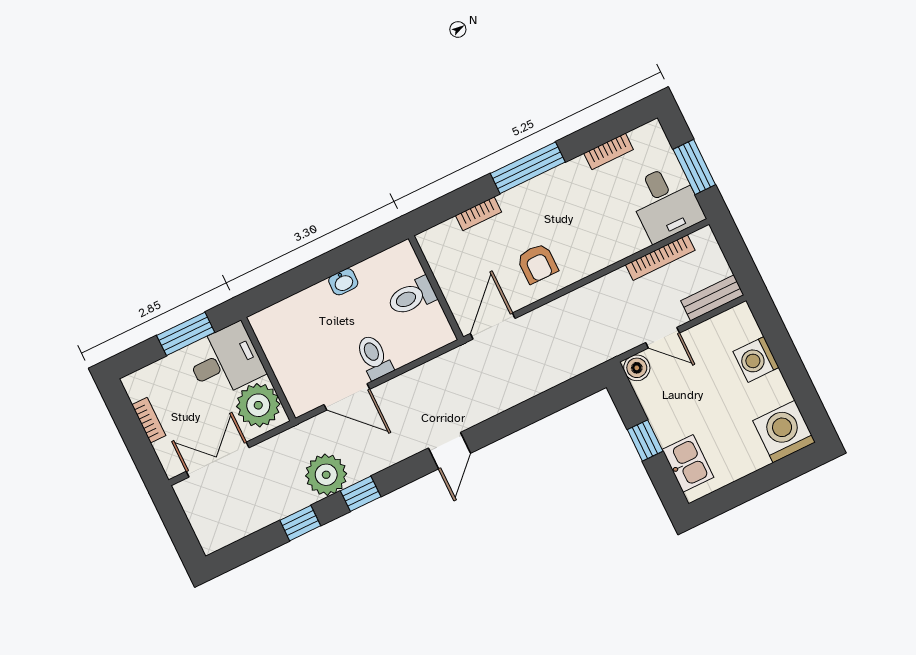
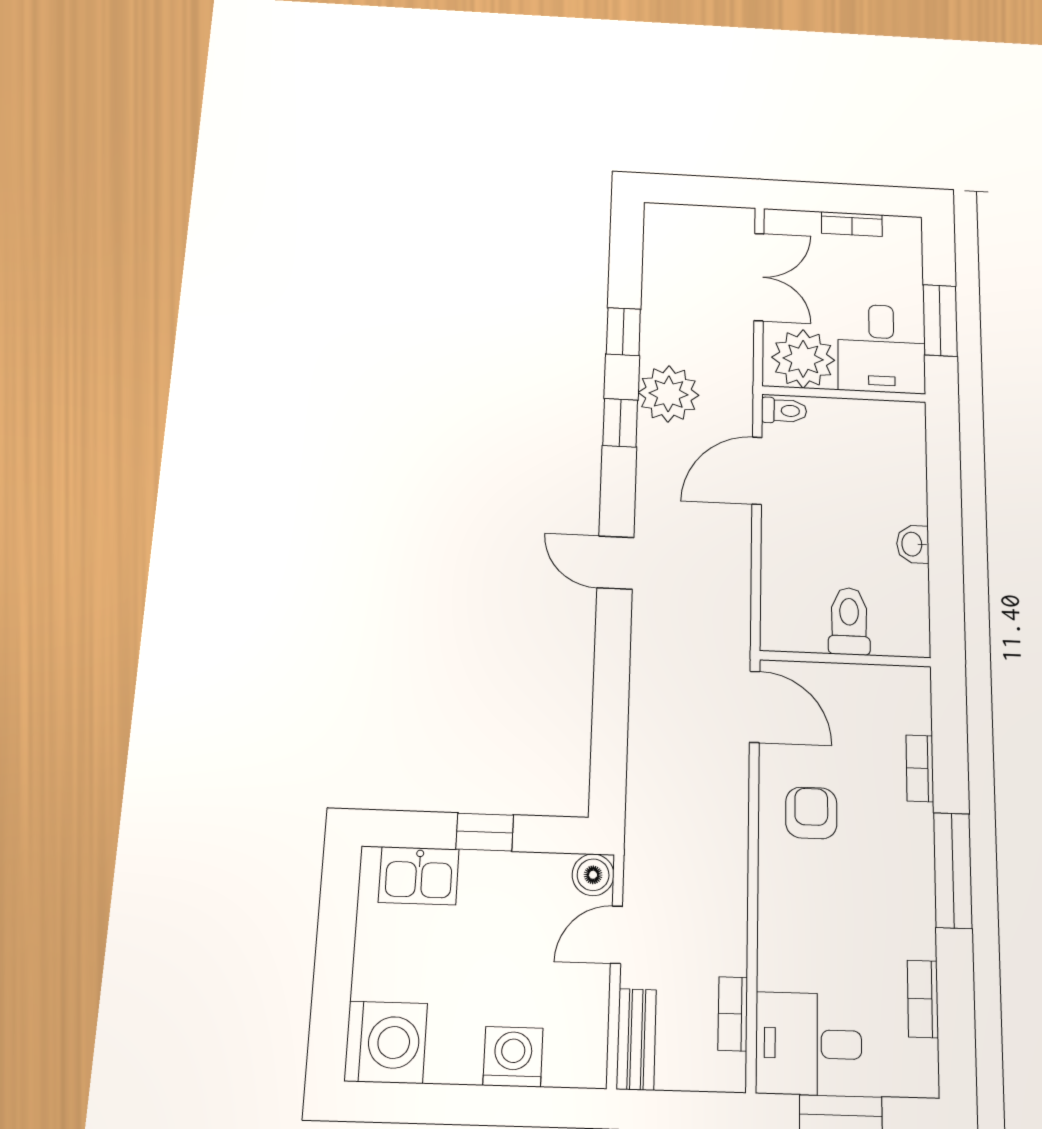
bookcase: (660, 258) -> (733, 1014), width x0.64
armchair: (537, 263) -> (811, 813), turned 90
toilet: (374, 357) -> (784, 411), moved, width x0.73, depth x0.72

